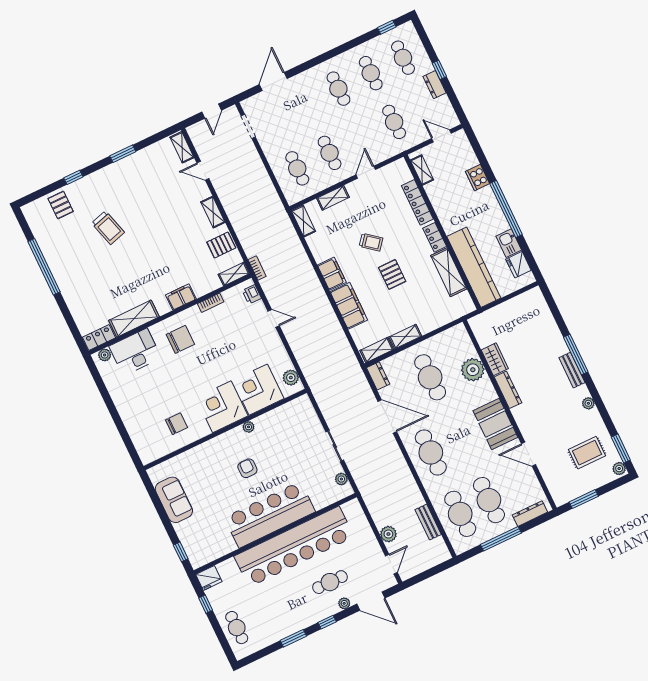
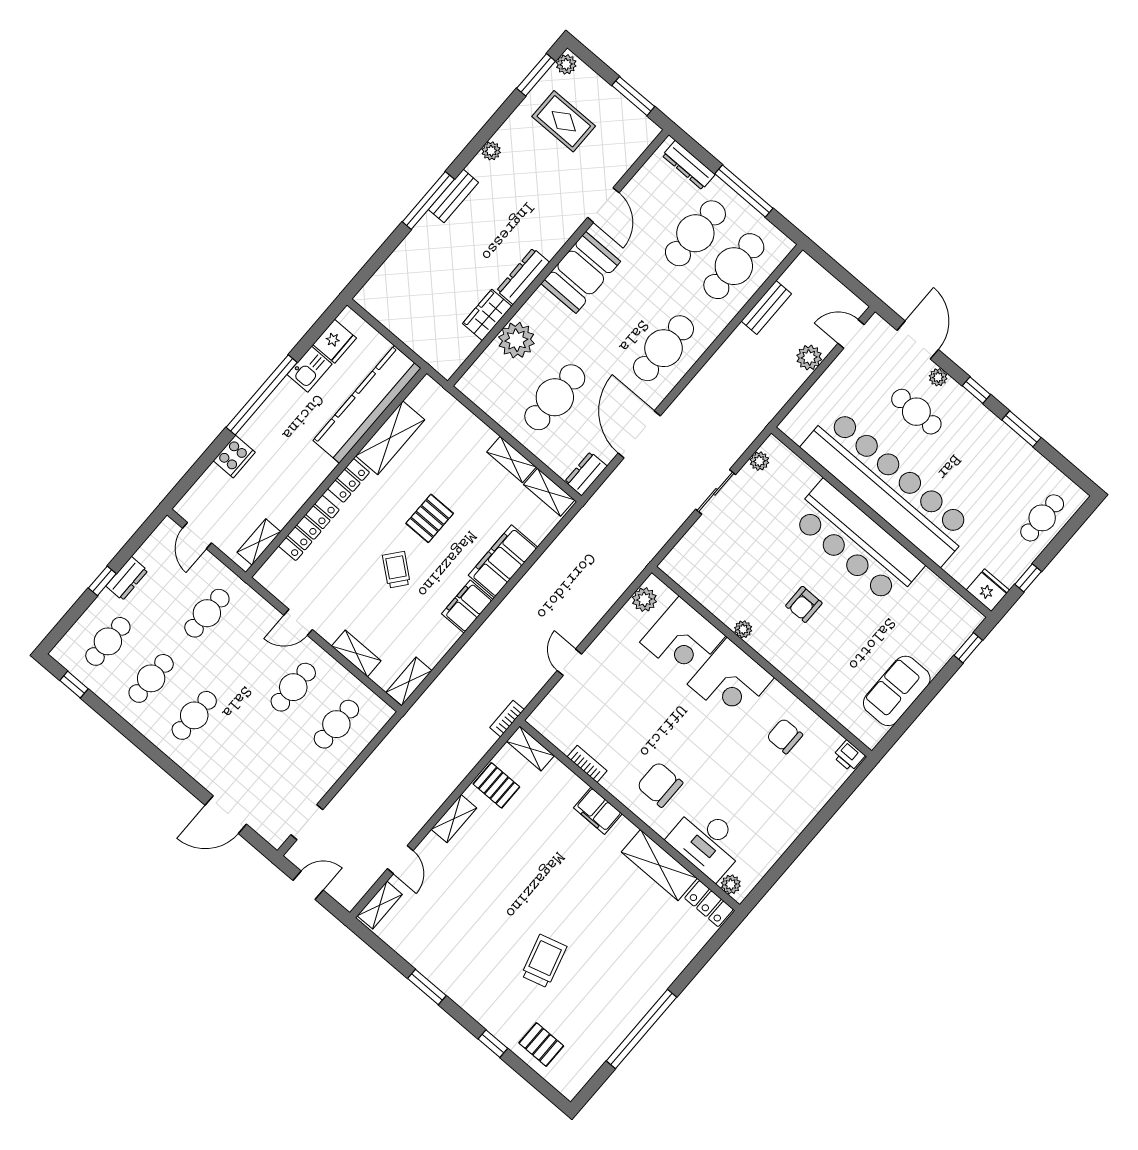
pallet: (61, 205) -> (541, 1044), turned 90
printer: (252, 294) -> (849, 756), moved, turned 90

